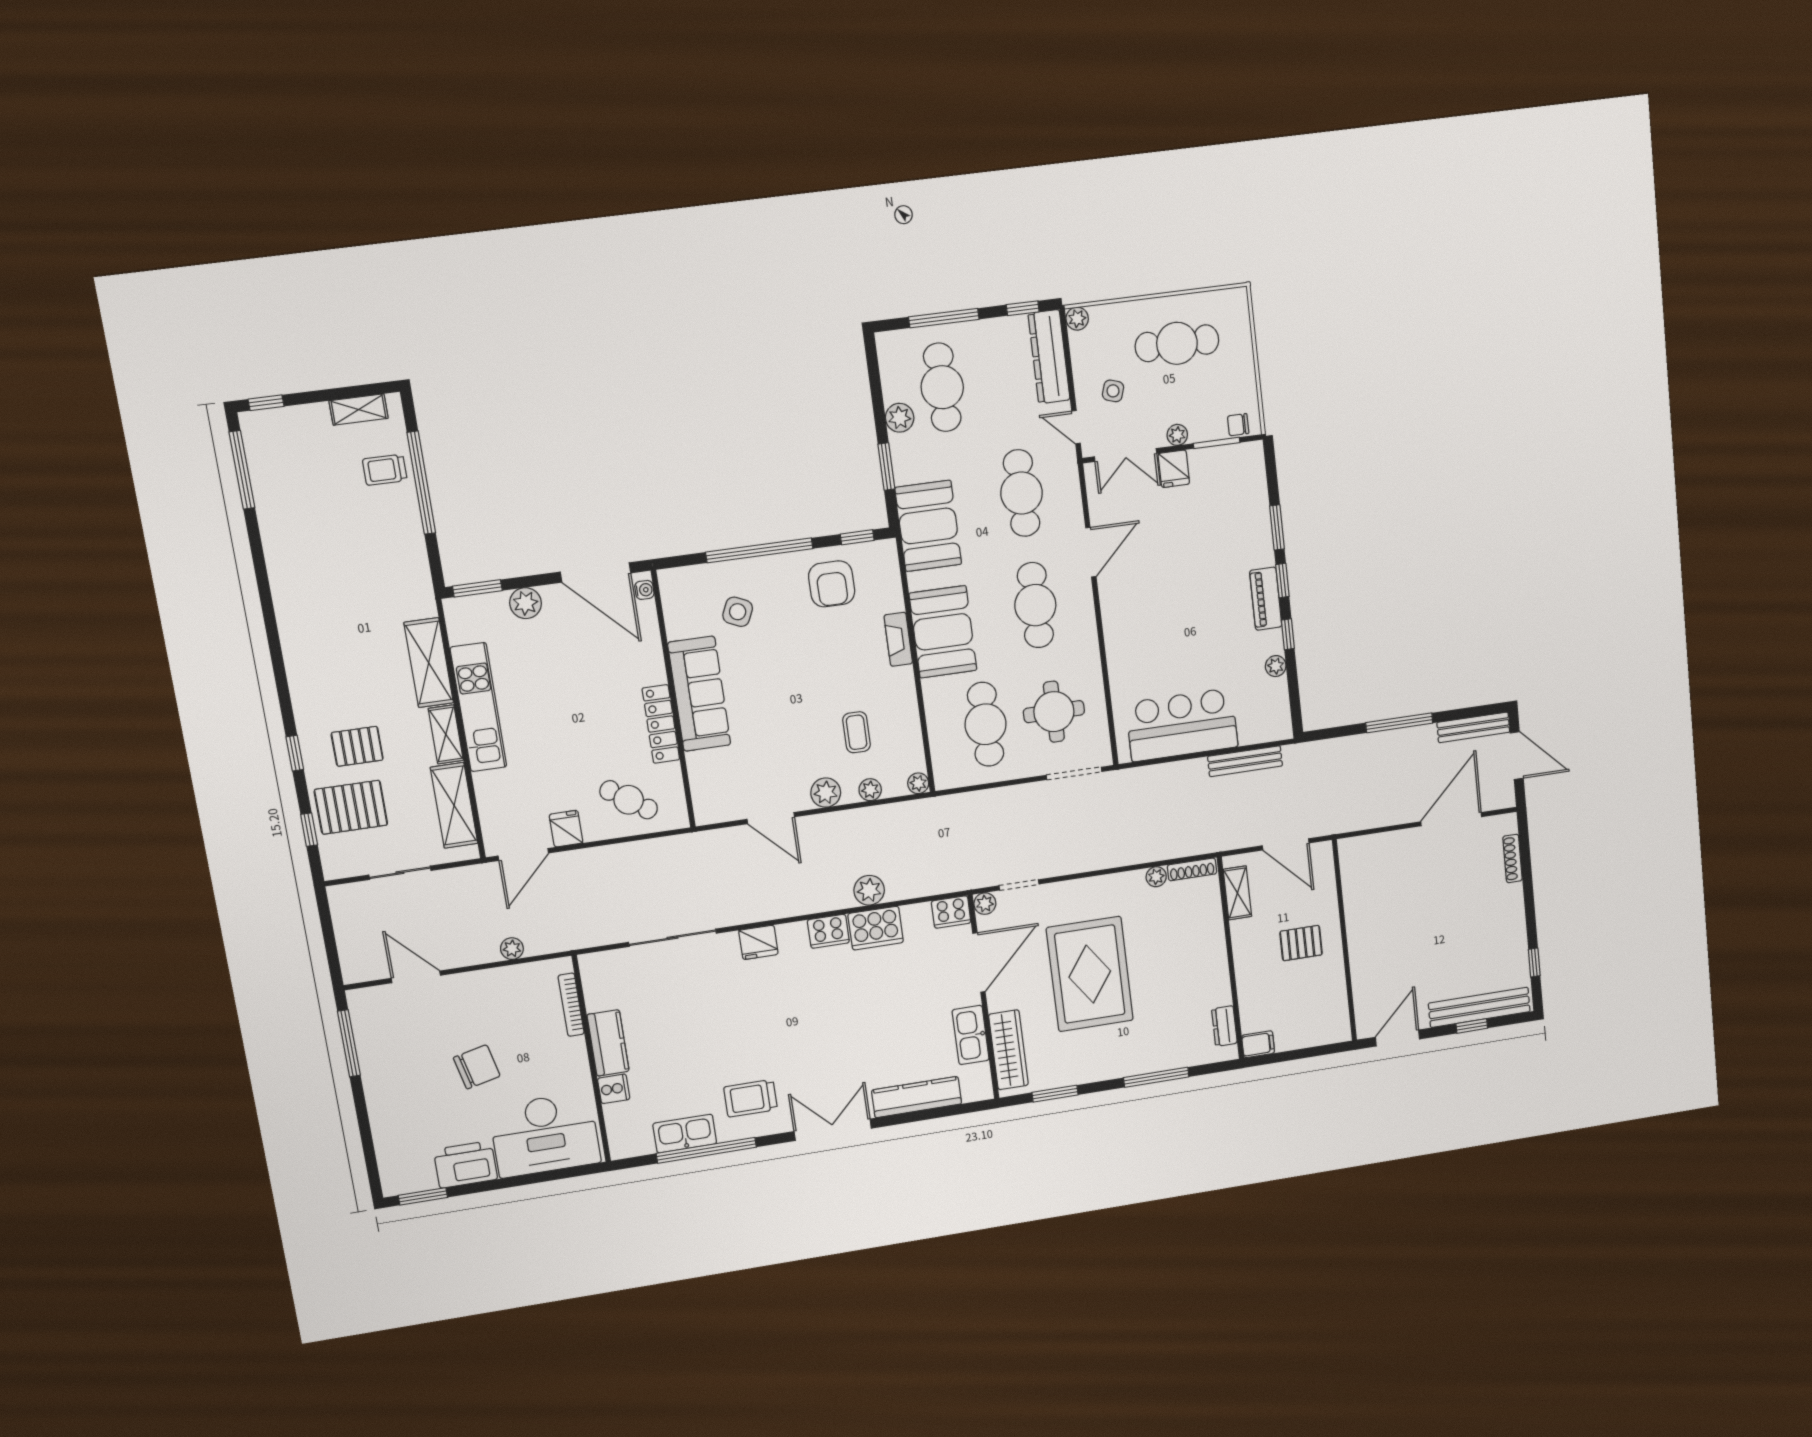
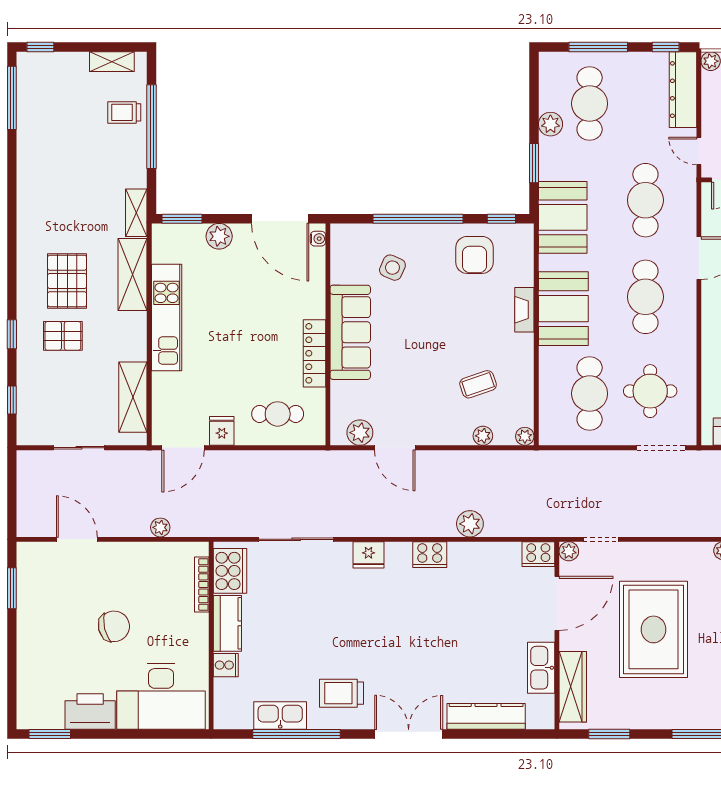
coffee table: (857, 732) -> (478, 384), turned 71
shelving: (446, 734) -> (136, 213), moved
plant: (826, 793) -> (360, 433), moved
cafe table: (629, 800) -> (278, 414), turned -35
pallet: (351, 807) -> (67, 281), moved, turned 90
cooker: (876, 928) -> (230, 571), moved, turned -90
window: (349, 1043) -> (12, 588), width x0.69

